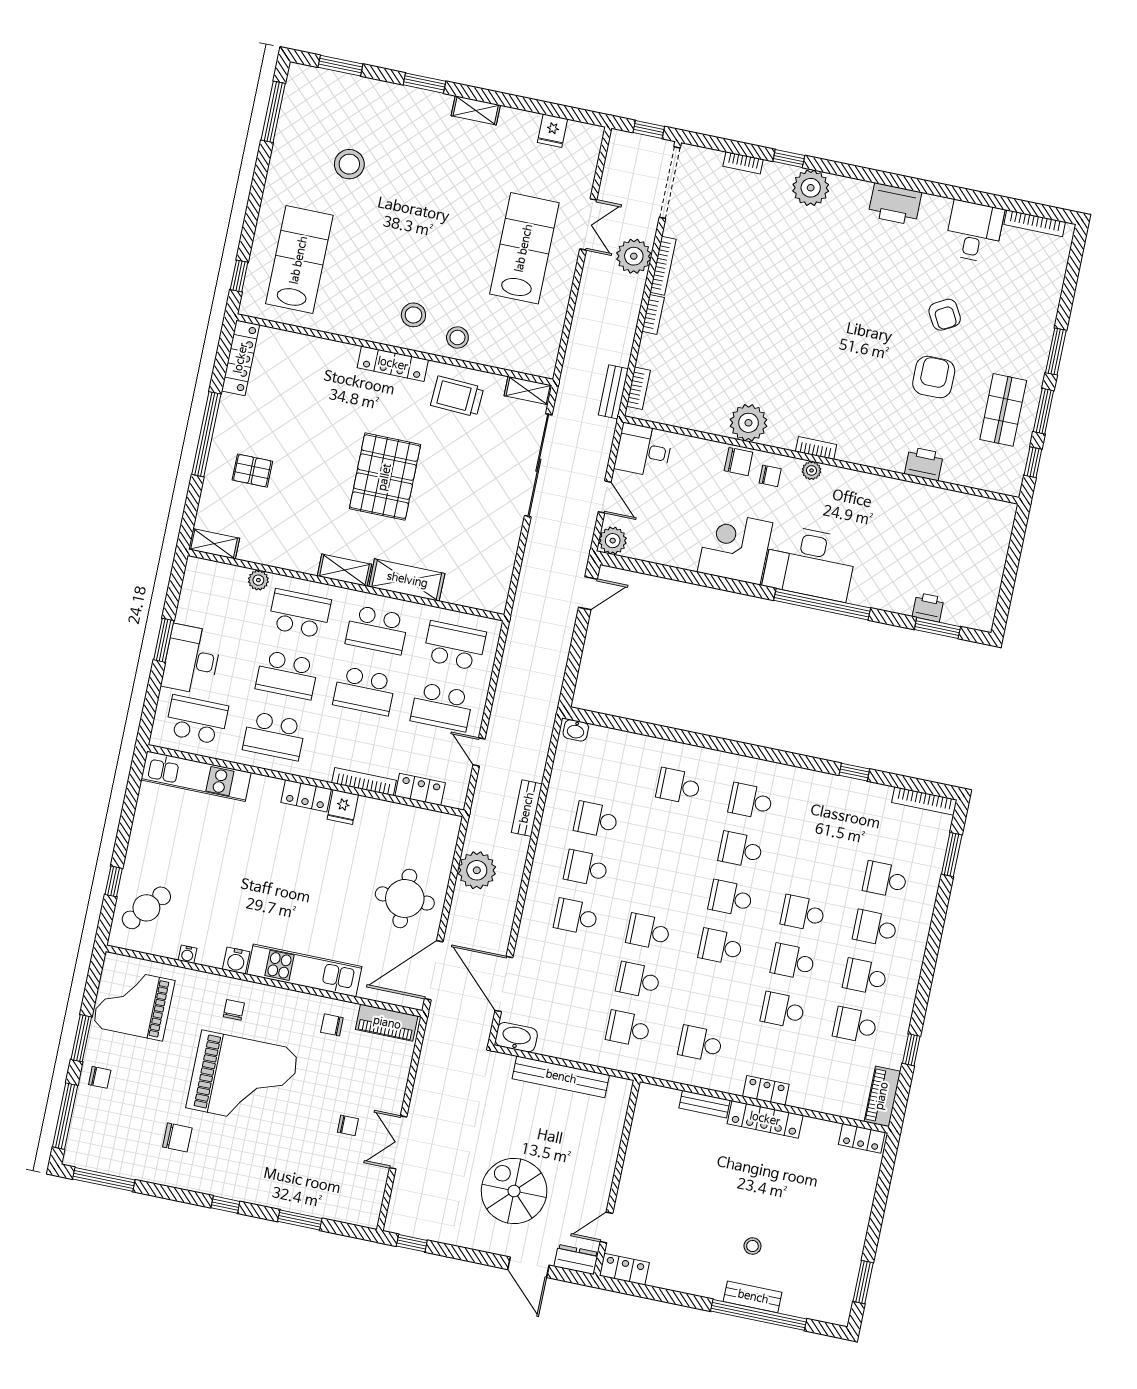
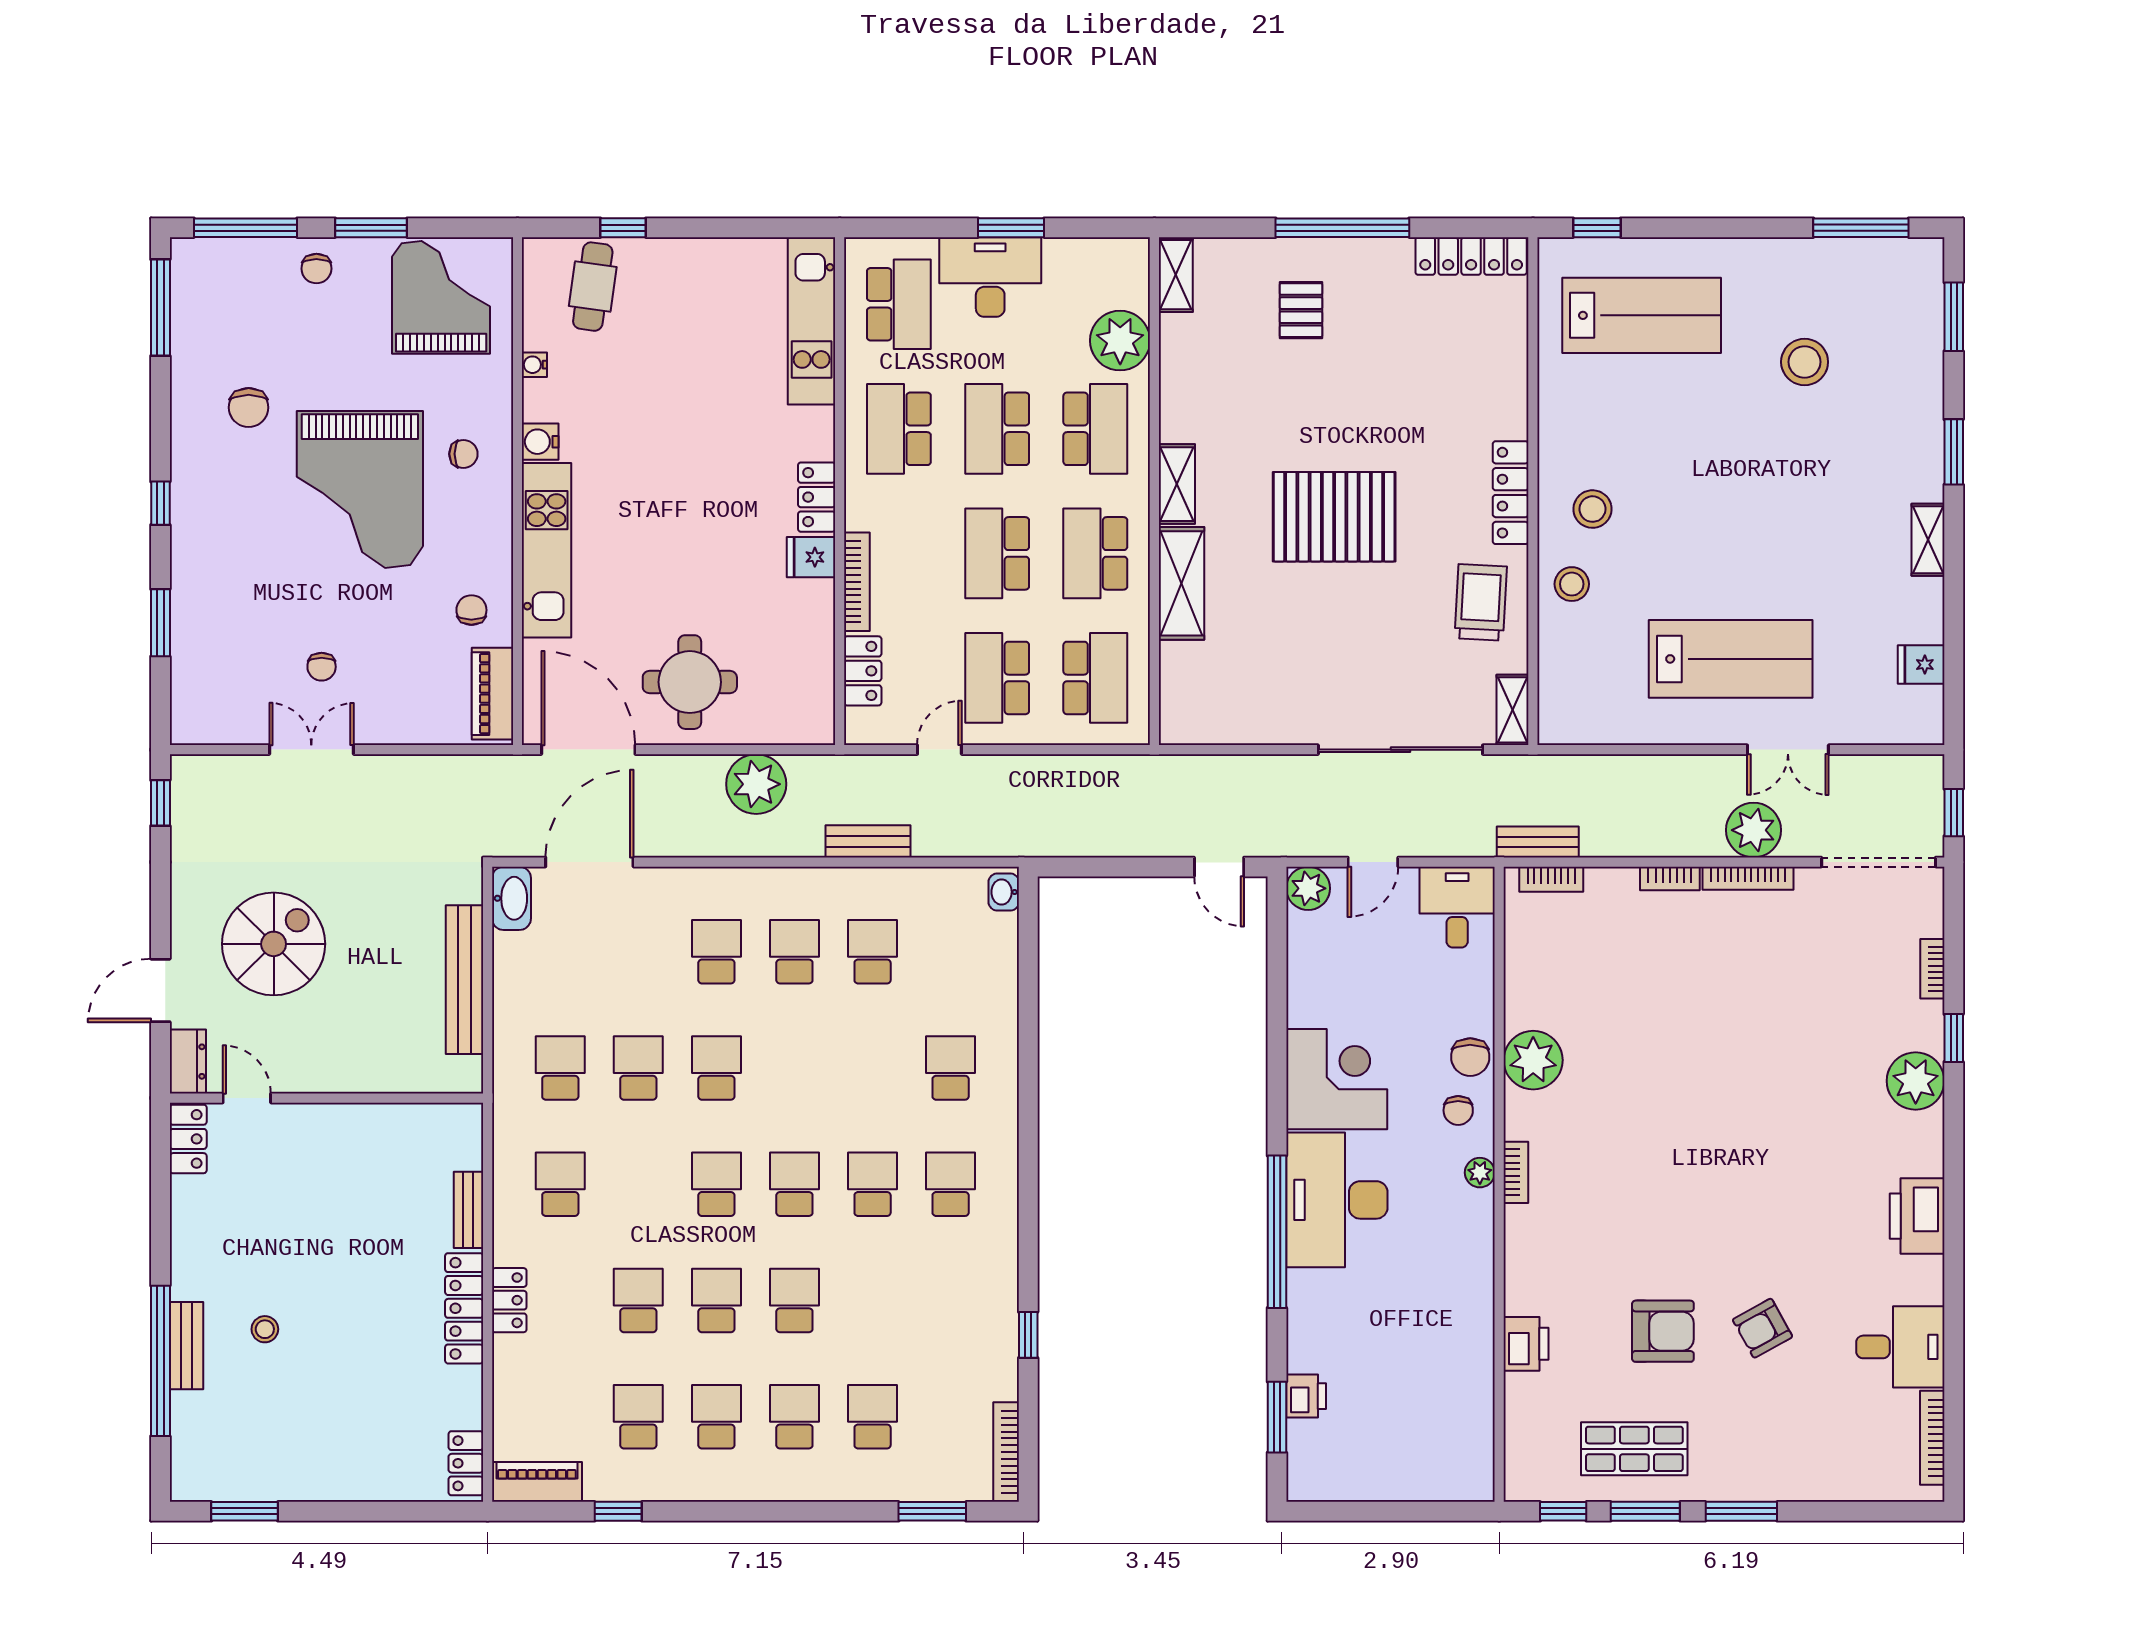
plant: (258, 580) -> (1120, 341), width x1.87, depth x1.87
cafe table: (146, 908) -> (593, 287), turned 58

